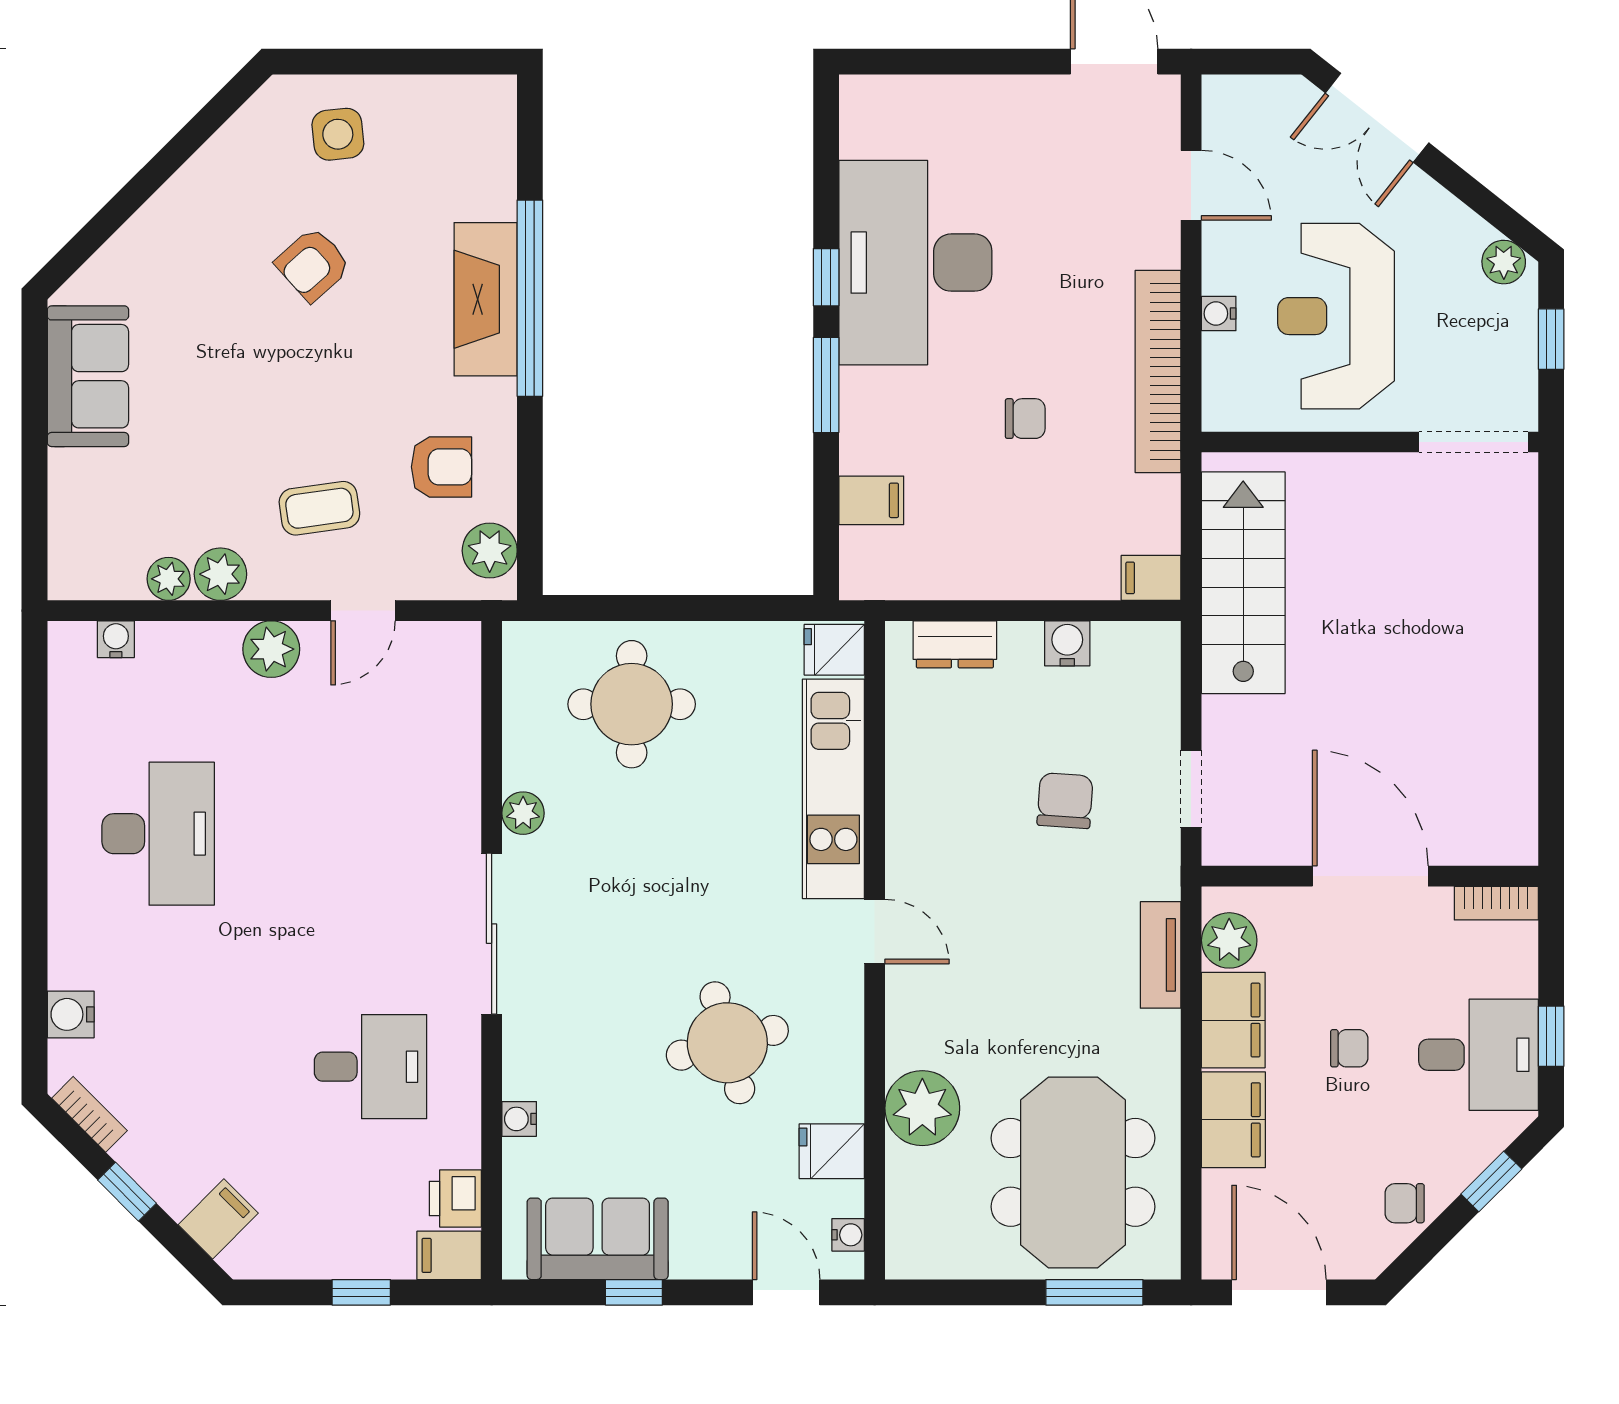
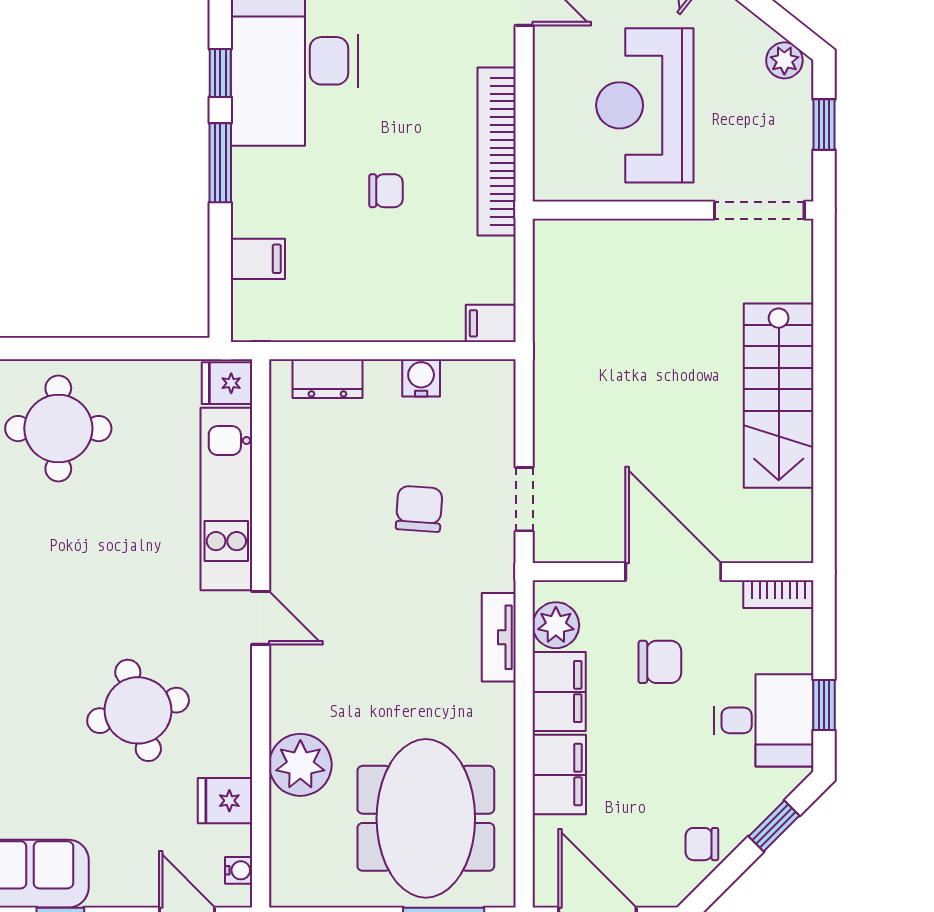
water cooler: (1219, 314) -> (547, 103), removed
stairs: (1243, 583) -> (779, 396), moved, turned 180
chair: (1349, 1048) -> (660, 662), moved, width x1.37, depth x1.37

